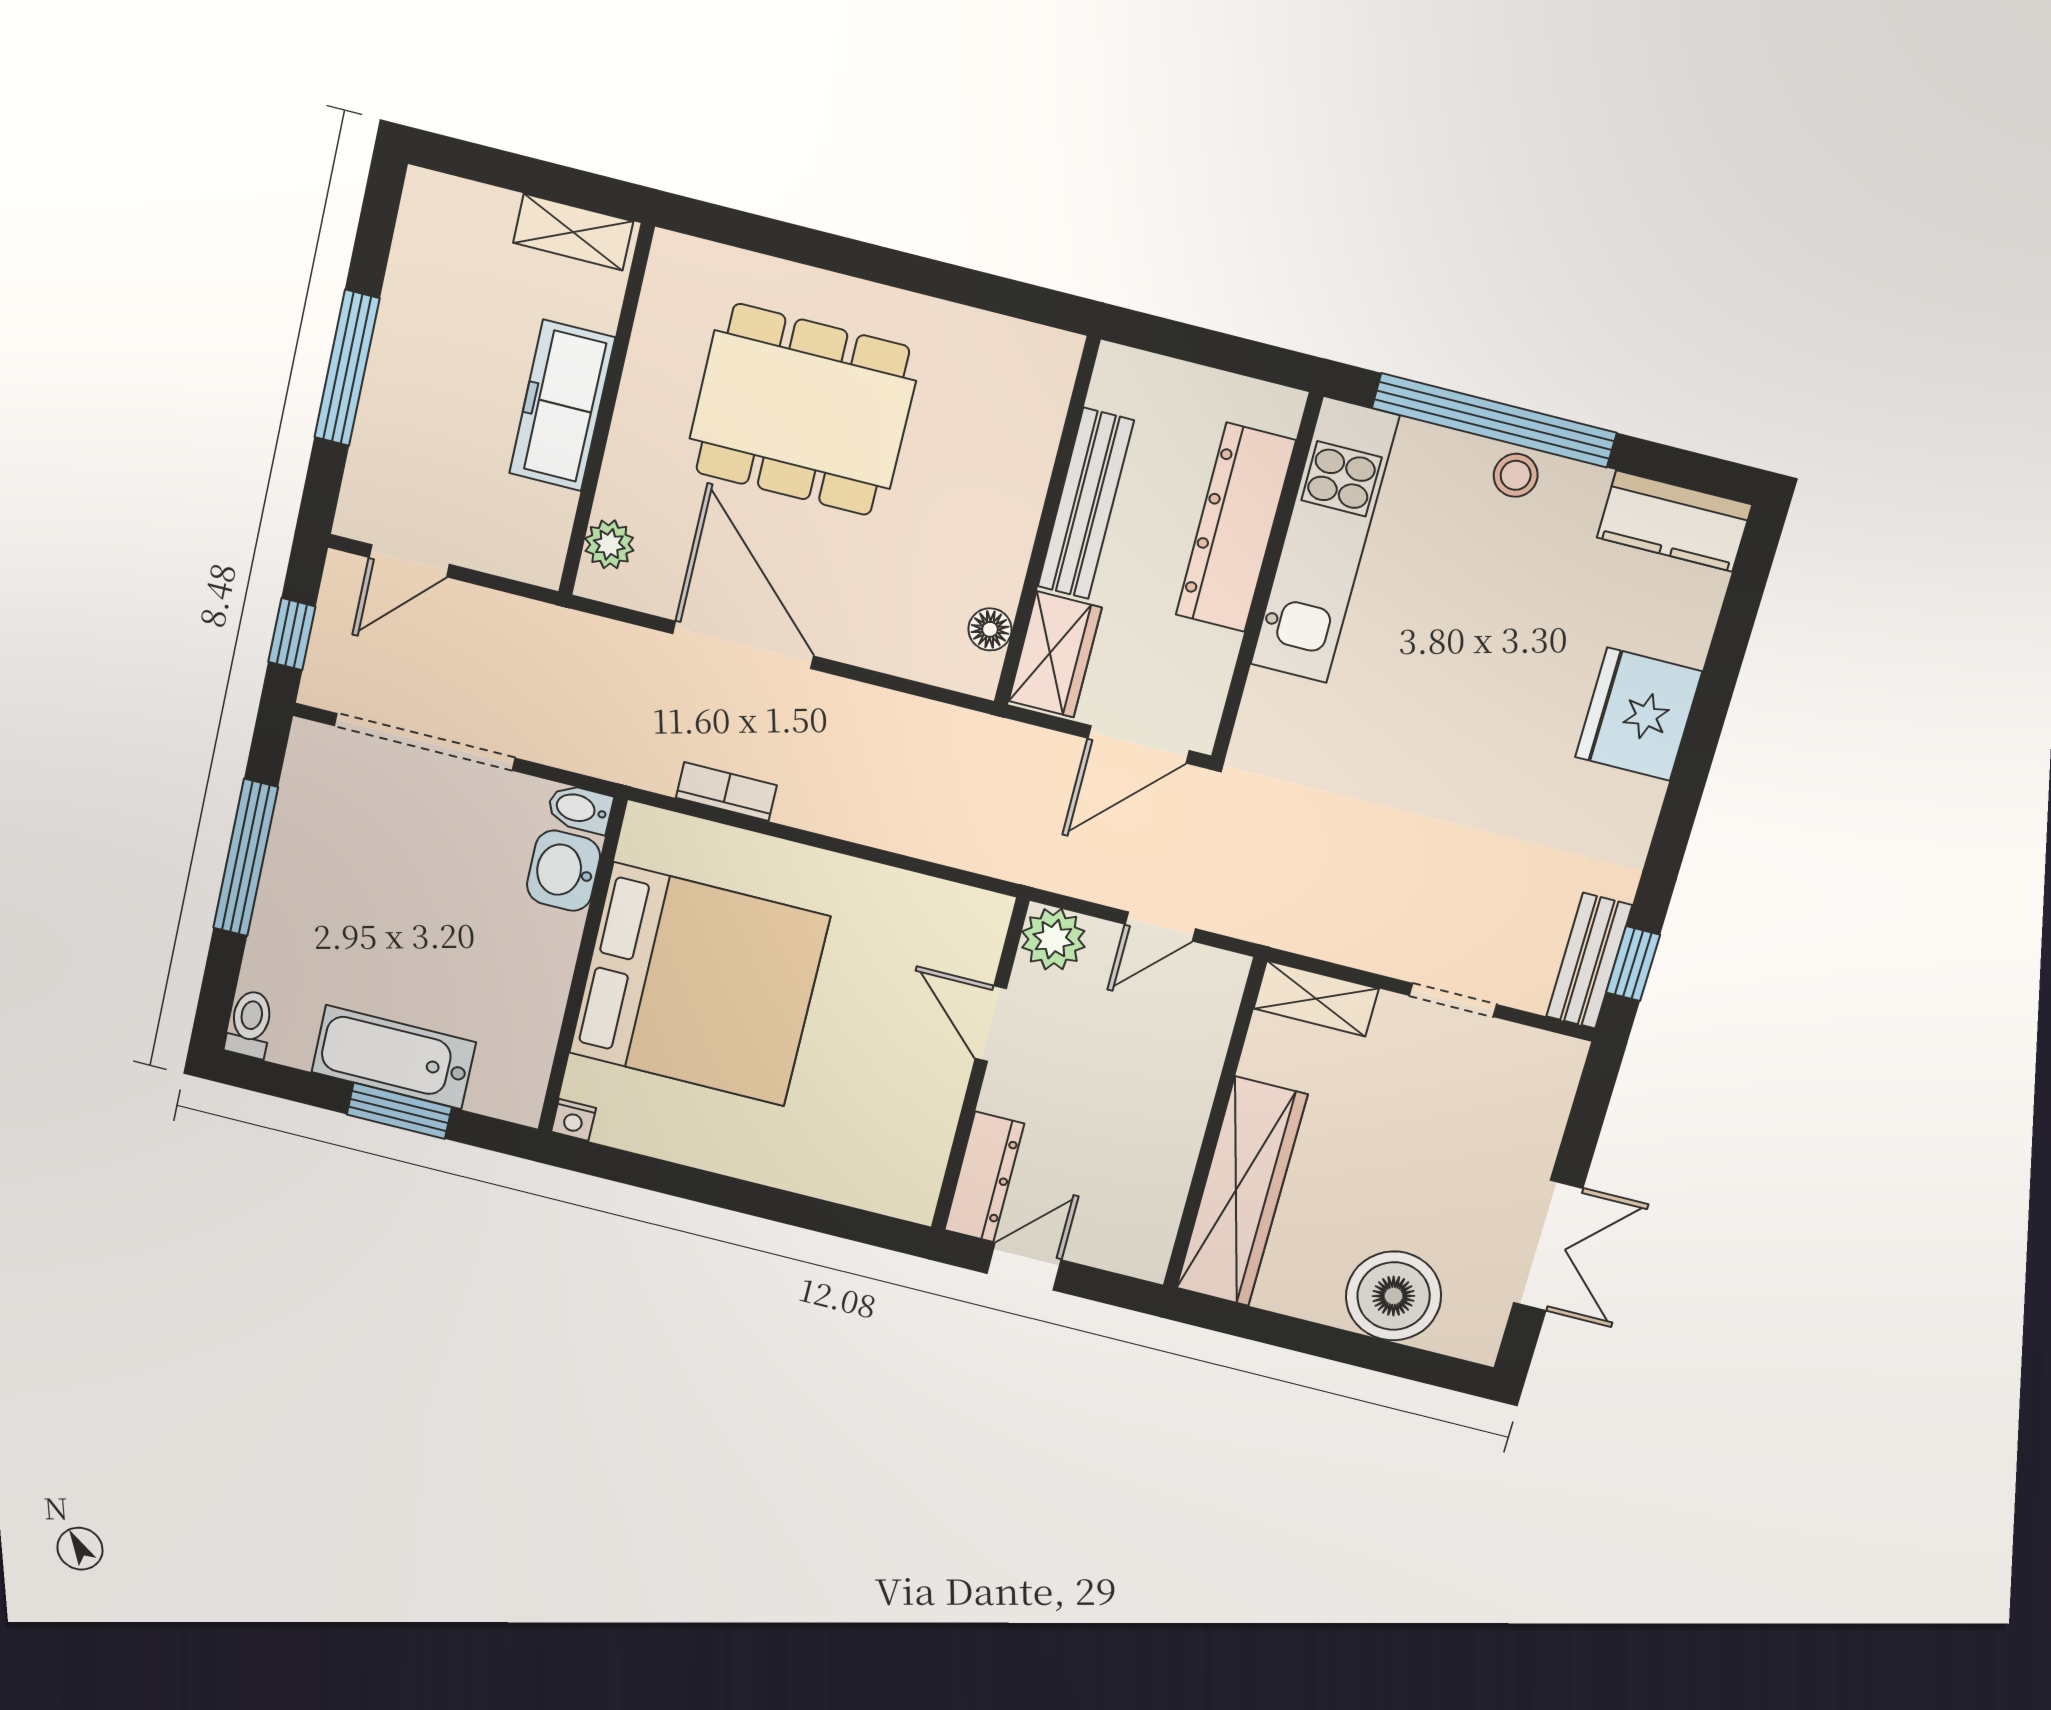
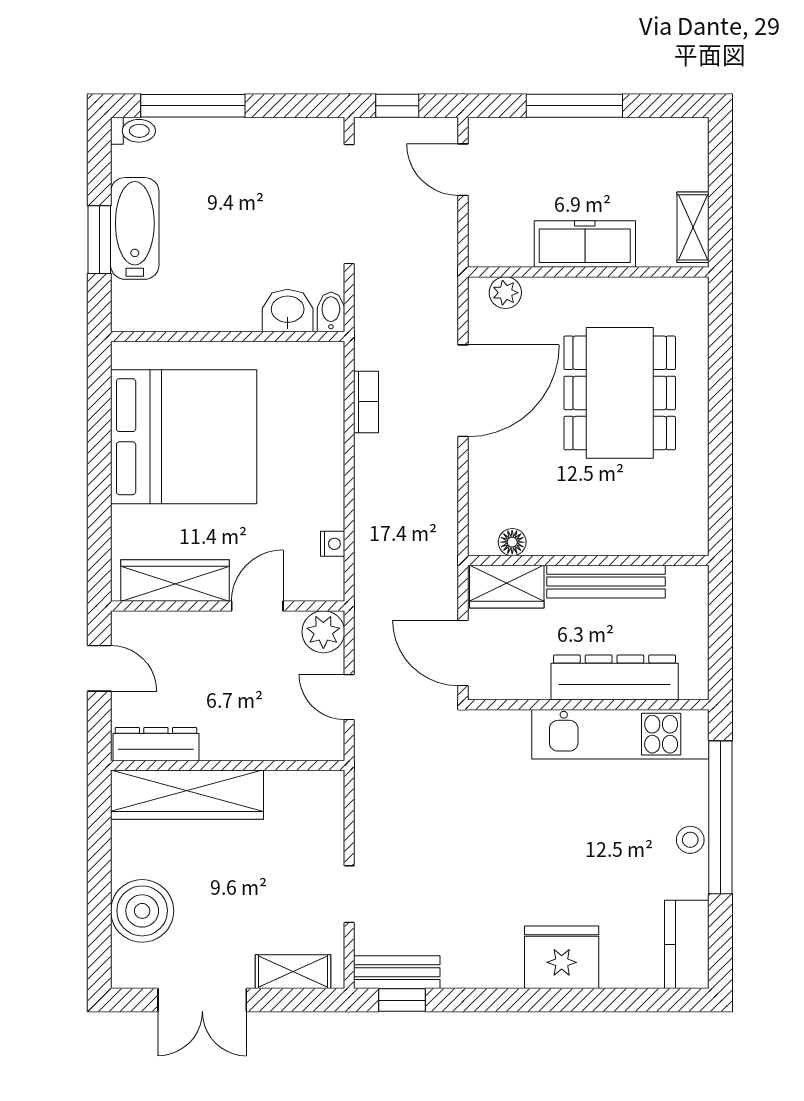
window: (246, 858) -> (193, 106), moved
bed: (699, 985) -> (184, 437), moved, turned -90
shelving: (1316, 999) -> (293, 972), moved, turned 90
nightstand: (574, 1120) -> (333, 544), moved, turned 180
wardrobe: (923, 1130) -> (175, 581), added
dresser: (984, 1177) -> (156, 744), moved, turned 180

